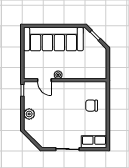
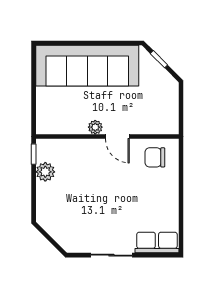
door: (44, 80) -> (117, 137), moved
chair: (92, 106) -> (155, 157), moved
plant: (29, 114) -> (45, 172), moved

